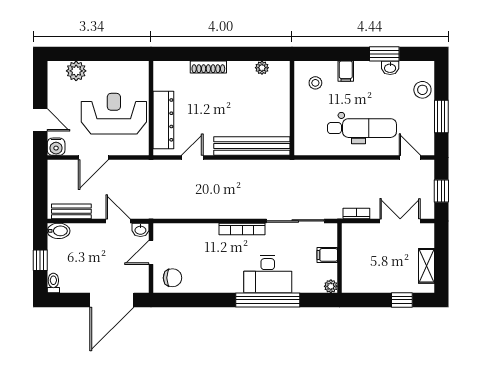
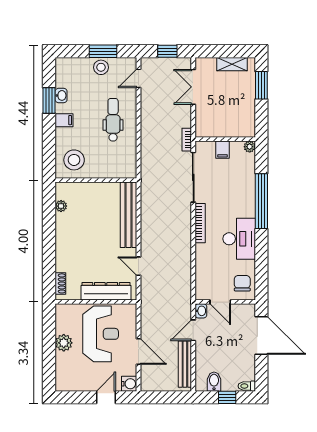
shoe rack: (208, 67) -> (60, 283), moved, width x0.70
plant: (76, 71) -> (64, 343), moved
filing cabinet: (346, 71) -> (64, 120), moved
stool: (315, 83) -> (74, 160), width x1.89, depth x1.89
stool: (422, 90) -> (101, 67), moved
reception desk: (114, 114) -> (101, 334), turned 180
dental chair: (362, 128) -> (113, 120), width x0.73, depth x0.72
bench: (71, 211) -> (185, 364), width x1.36
bookcase: (356, 214) -> (187, 140), moved
bidet: (59, 231) -> (214, 382), moved
desk: (268, 274) -> (239, 239), moved
window: (402, 300) -> (261, 85), width x1.50

